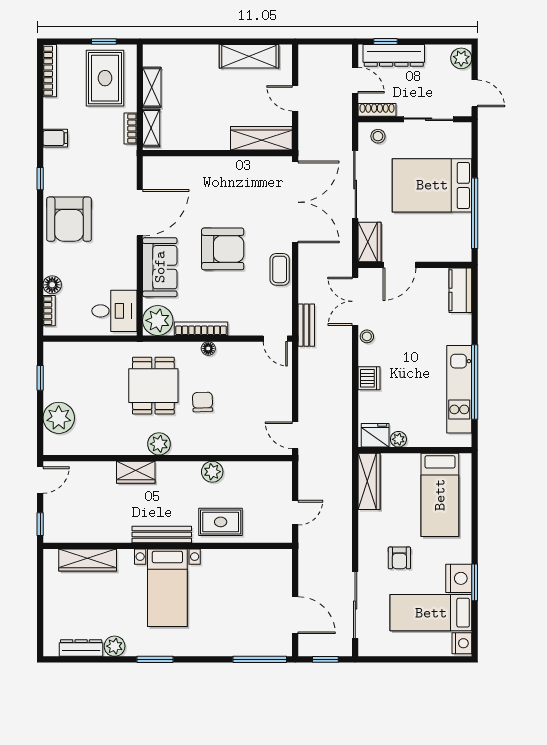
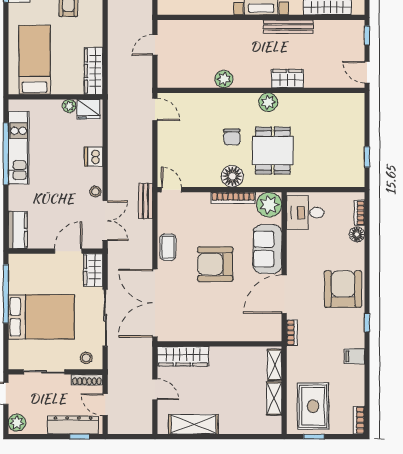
bookcase: (50, 71) -> (359, 420), width x0.64
bookcase: (130, 129) -> (292, 333), moved
floor lamp: (208, 348) -> (232, 176), width x1.89, depth x1.89
plant: (59, 418) -> (351, 124), removed
door: (40, 480) -> (367, 72), hinge flipped
rug: (221, 522) -> (217, 37), removed
bench: (162, 535) -> (288, 27), moved

